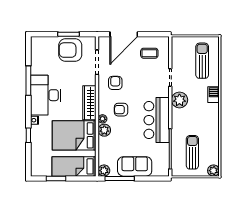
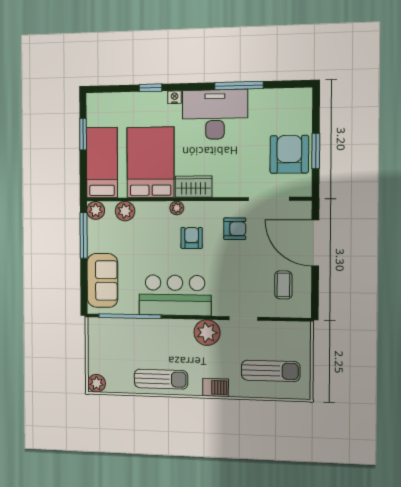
wardrobe: (89, 103) -> (193, 187), width x0.67
plant: (104, 130) -> (125, 211), moved
sun lounger: (192, 152) -> (161, 379), moved
sofa: (135, 166) -> (102, 280), moved

